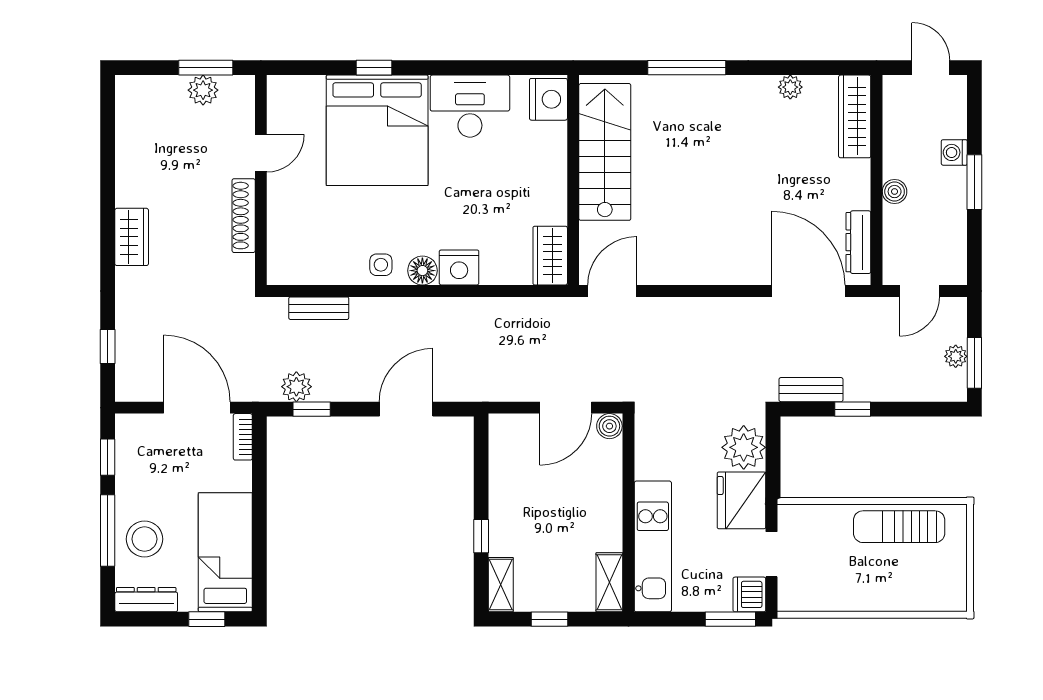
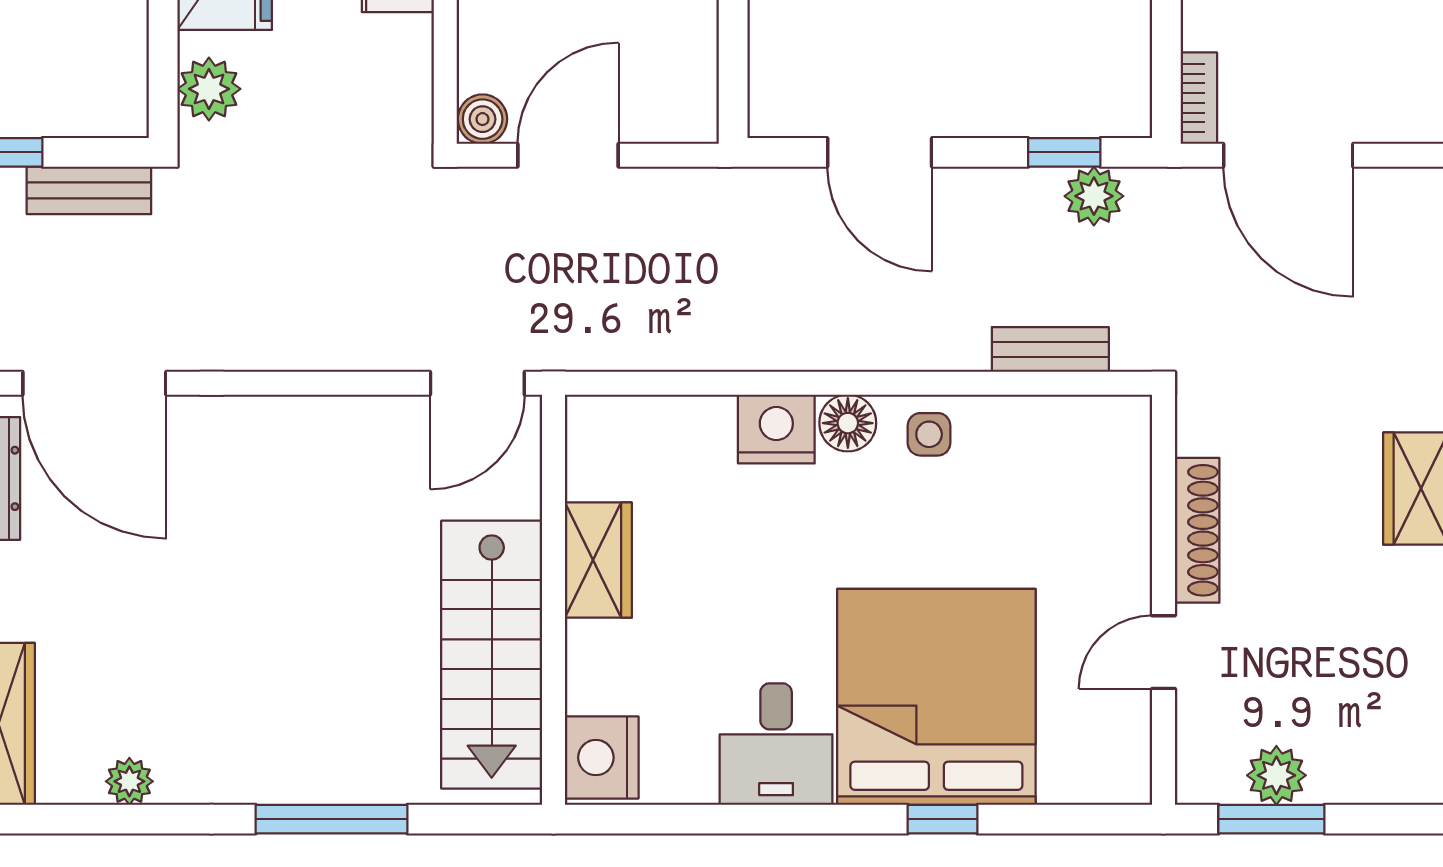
desk: (470, 106) -> (776, 744), width x0.73
wardrobe: (550, 256) -> (598, 560), moved
door: (406, 409) -> (880, 152), hinge flipped
plant: (744, 447) -> (209, 89), width x0.73, depth x0.73

